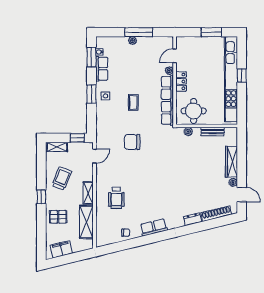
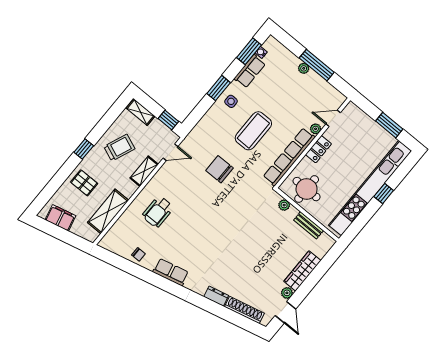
coffee table: (133, 102) -> (253, 131), width x1.86, depth x1.72
shelving: (88, 193) -> (144, 171), moved

